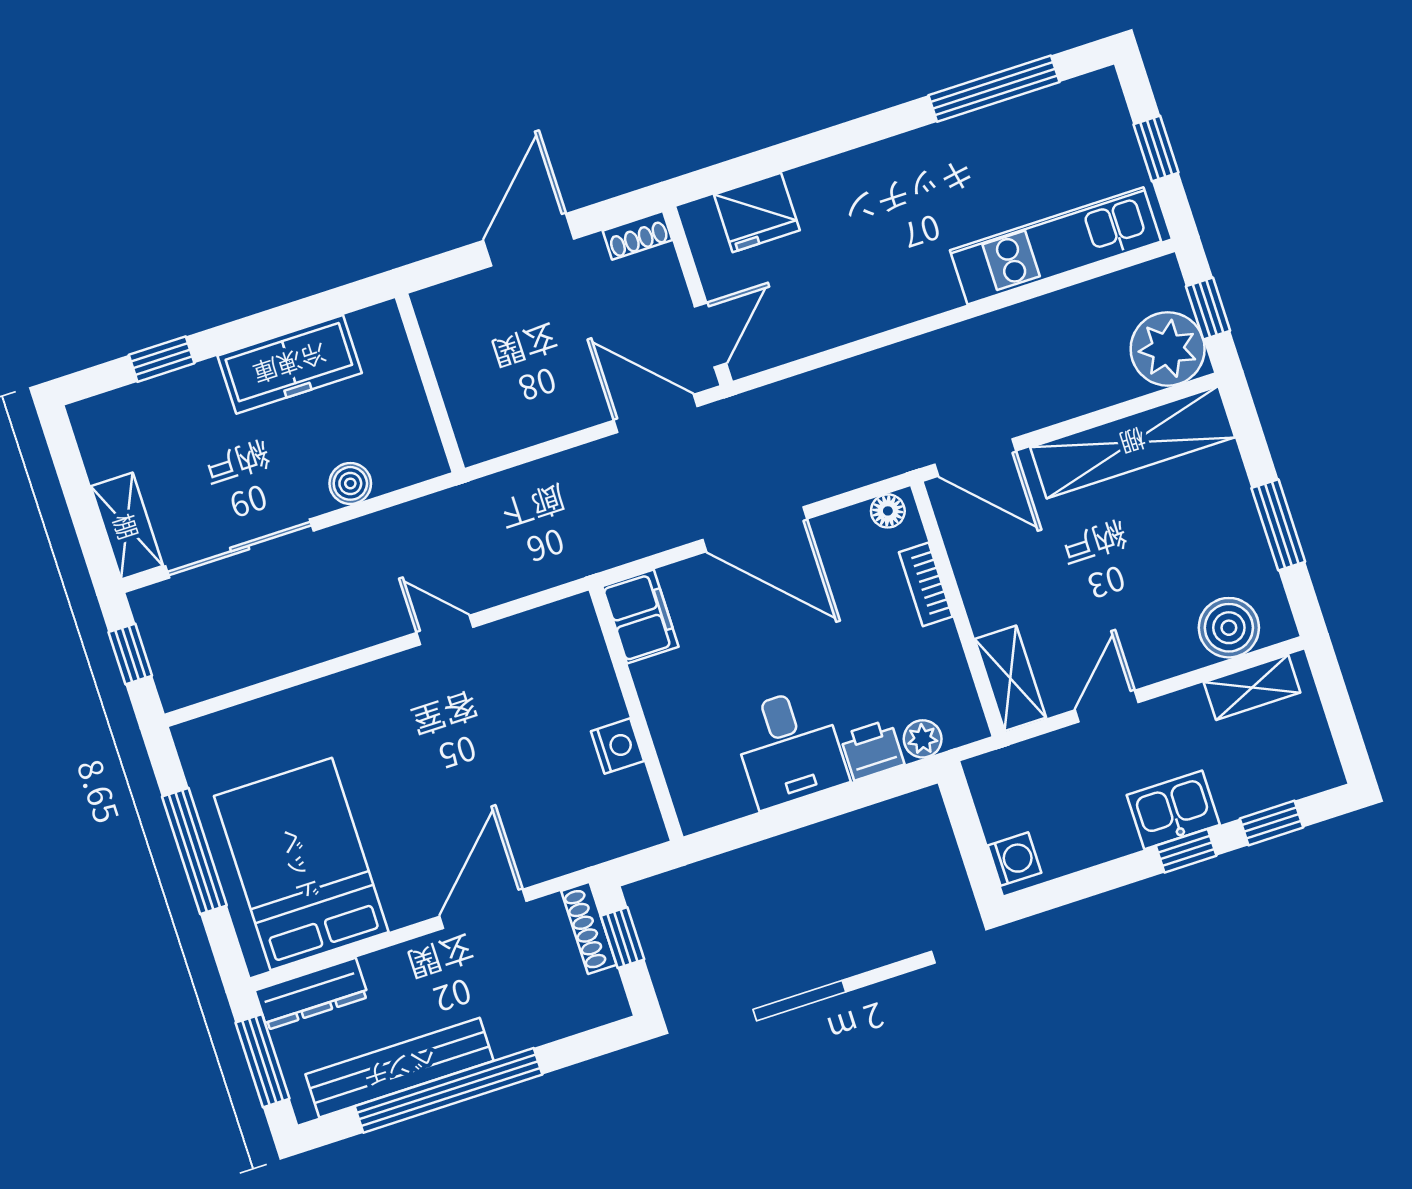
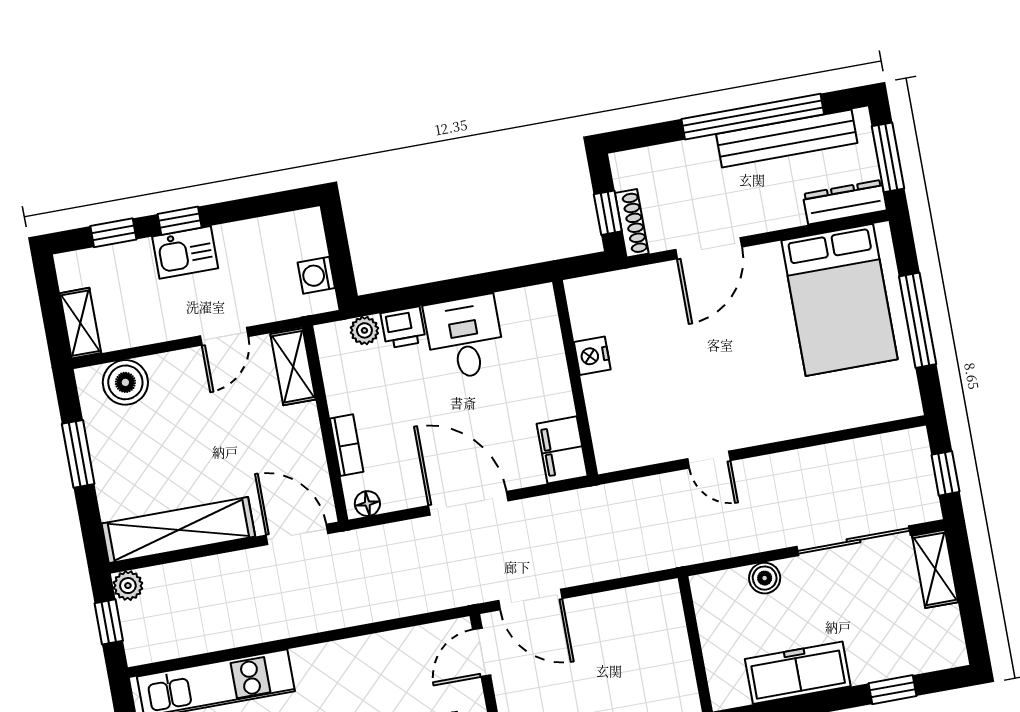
plant: (1168, 349) -> (128, 586), width x0.53, depth x0.53
shelving: (1252, 687) -> (80, 323), moved, turned 90
washing machine: (1014, 859) -> (316, 275), moved

